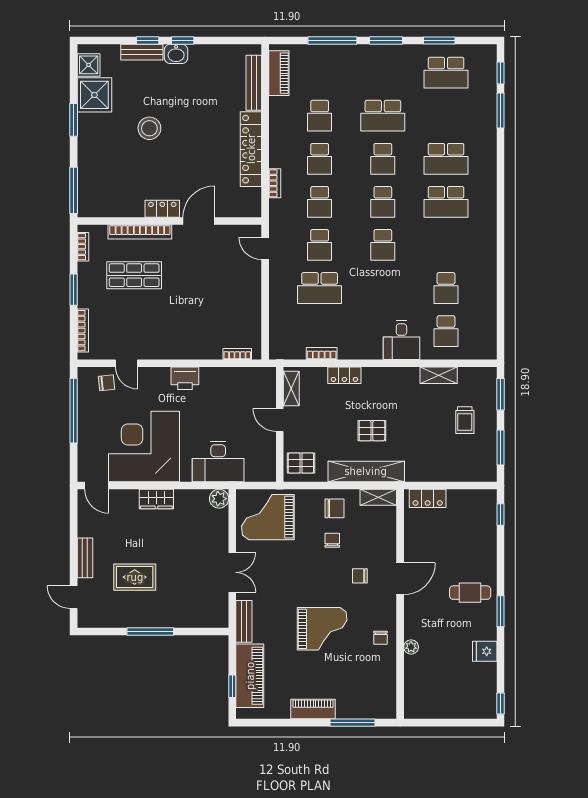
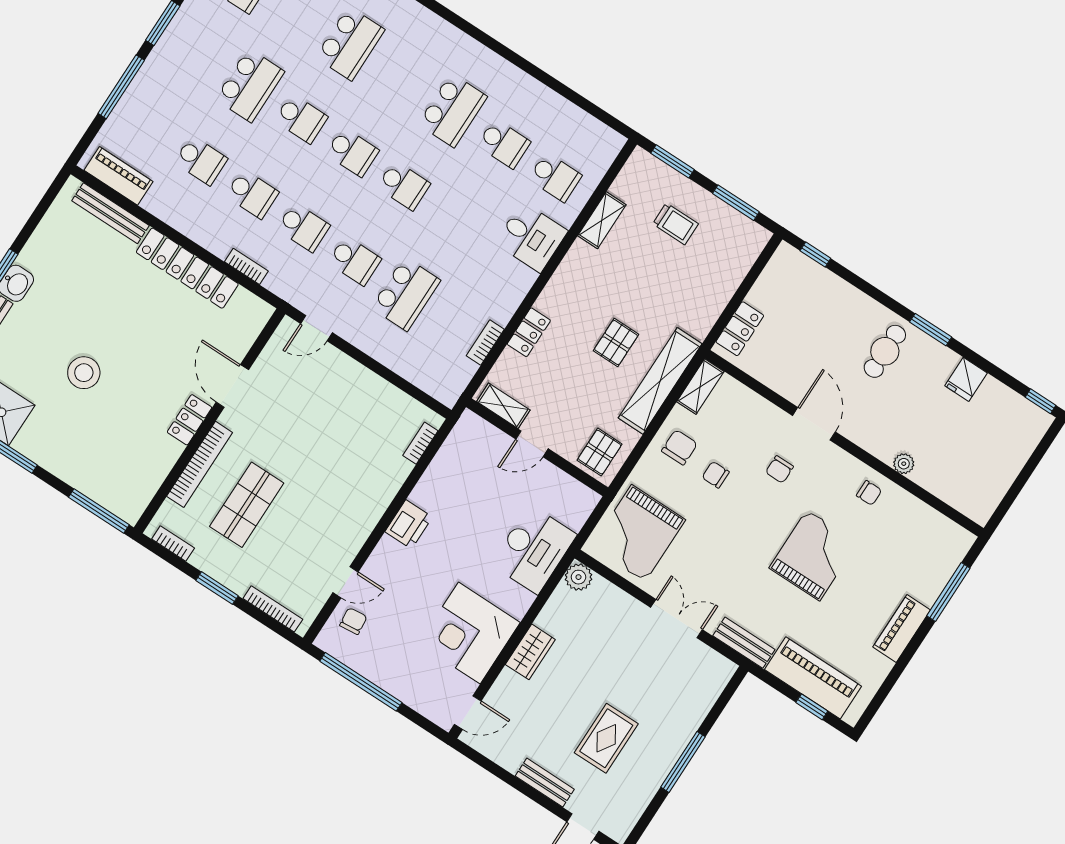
school desk: (446, 202) -> (453, 110), moved
corner desk: (144, 446) -> (469, 633), width x0.74, depth x0.74

